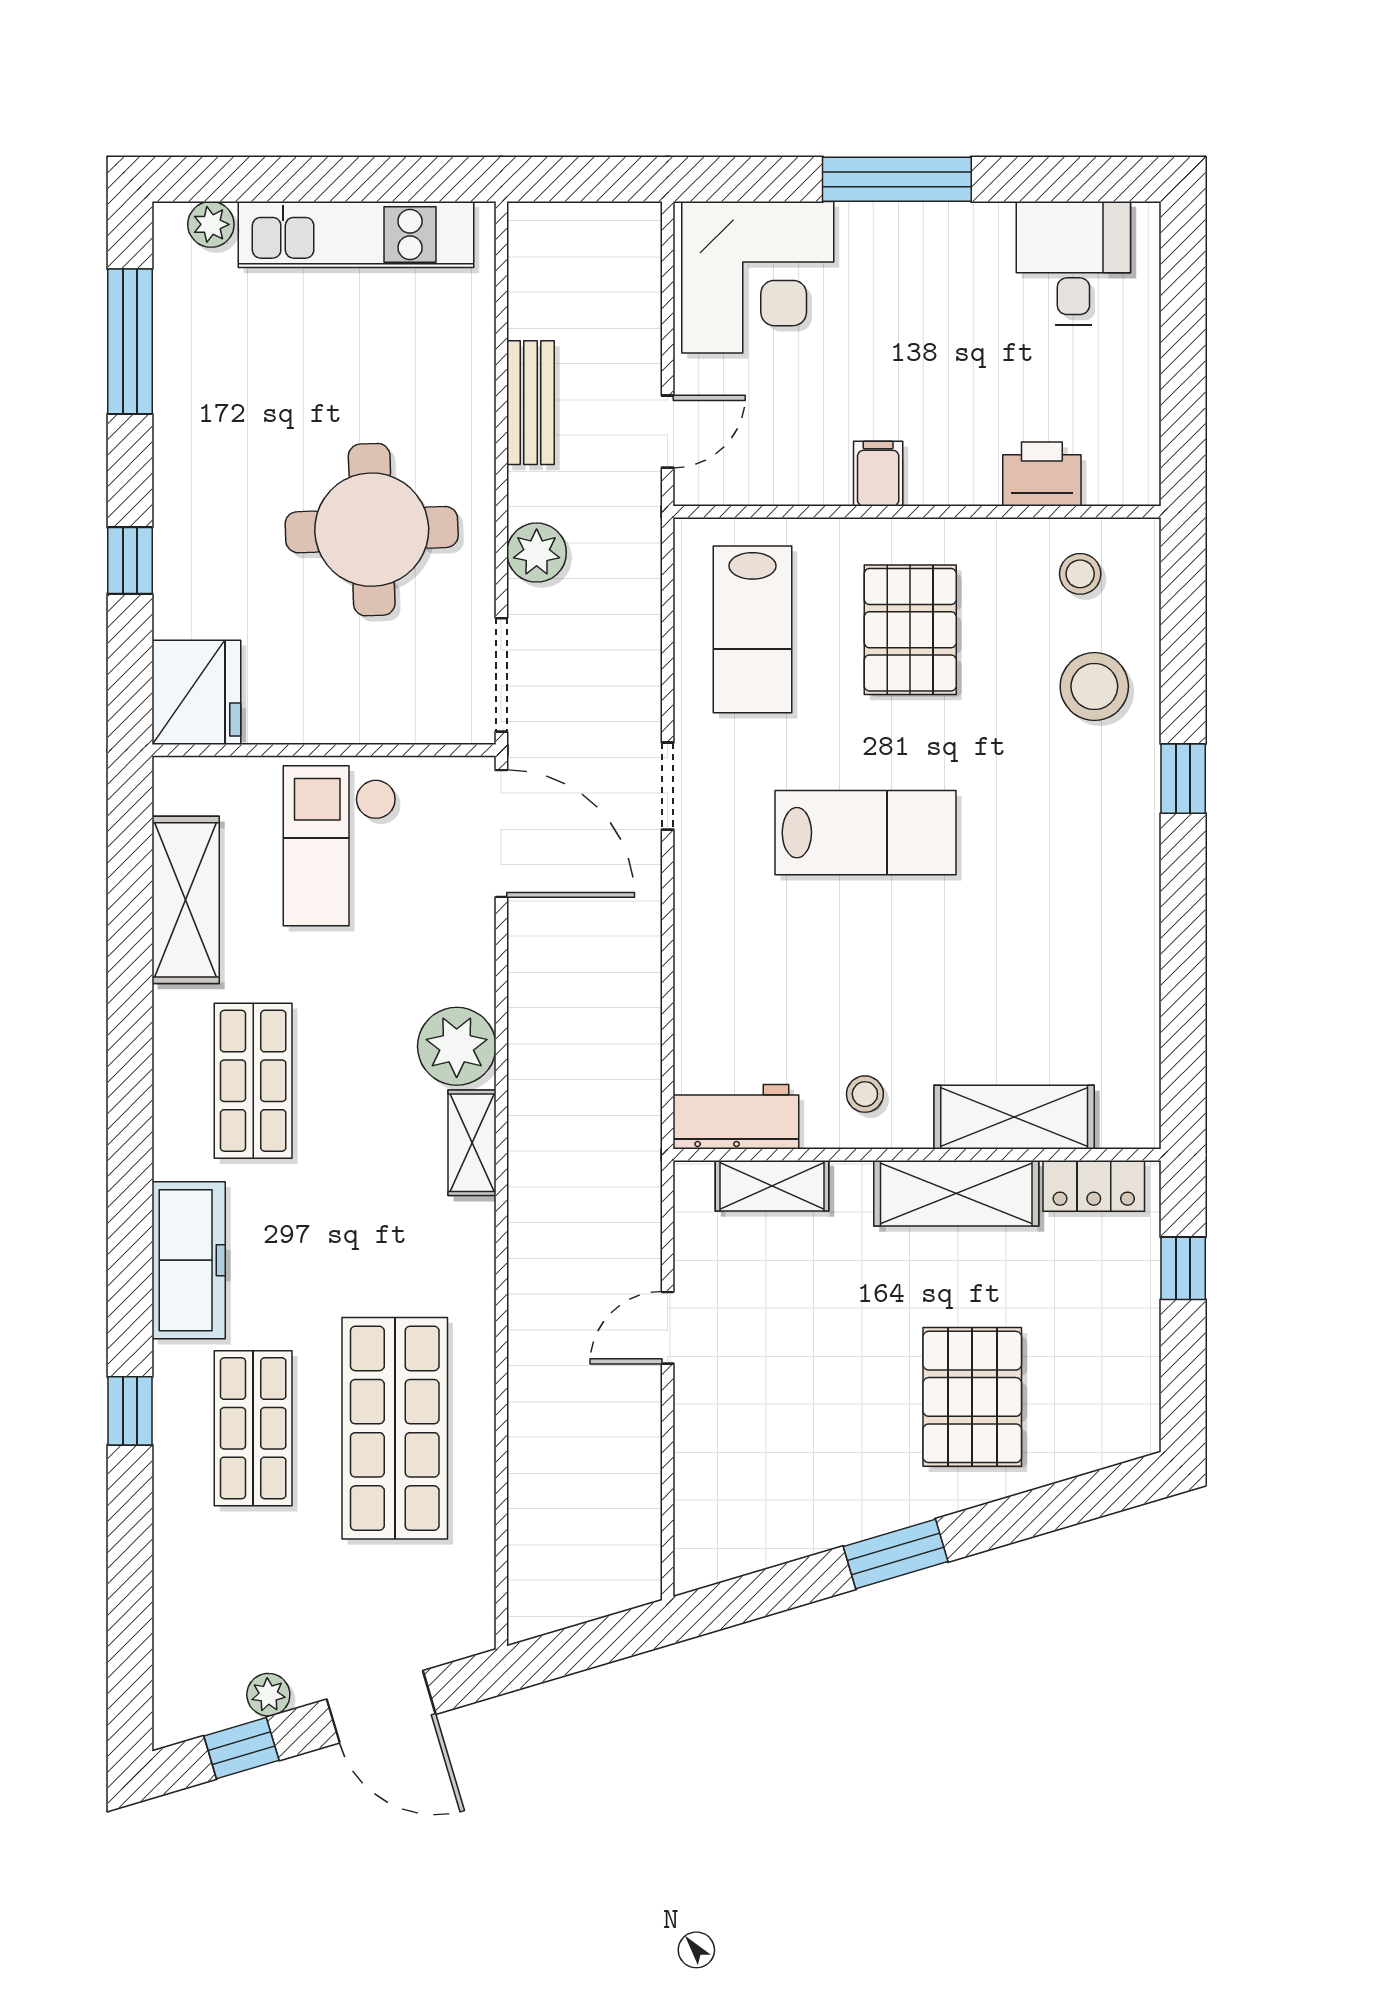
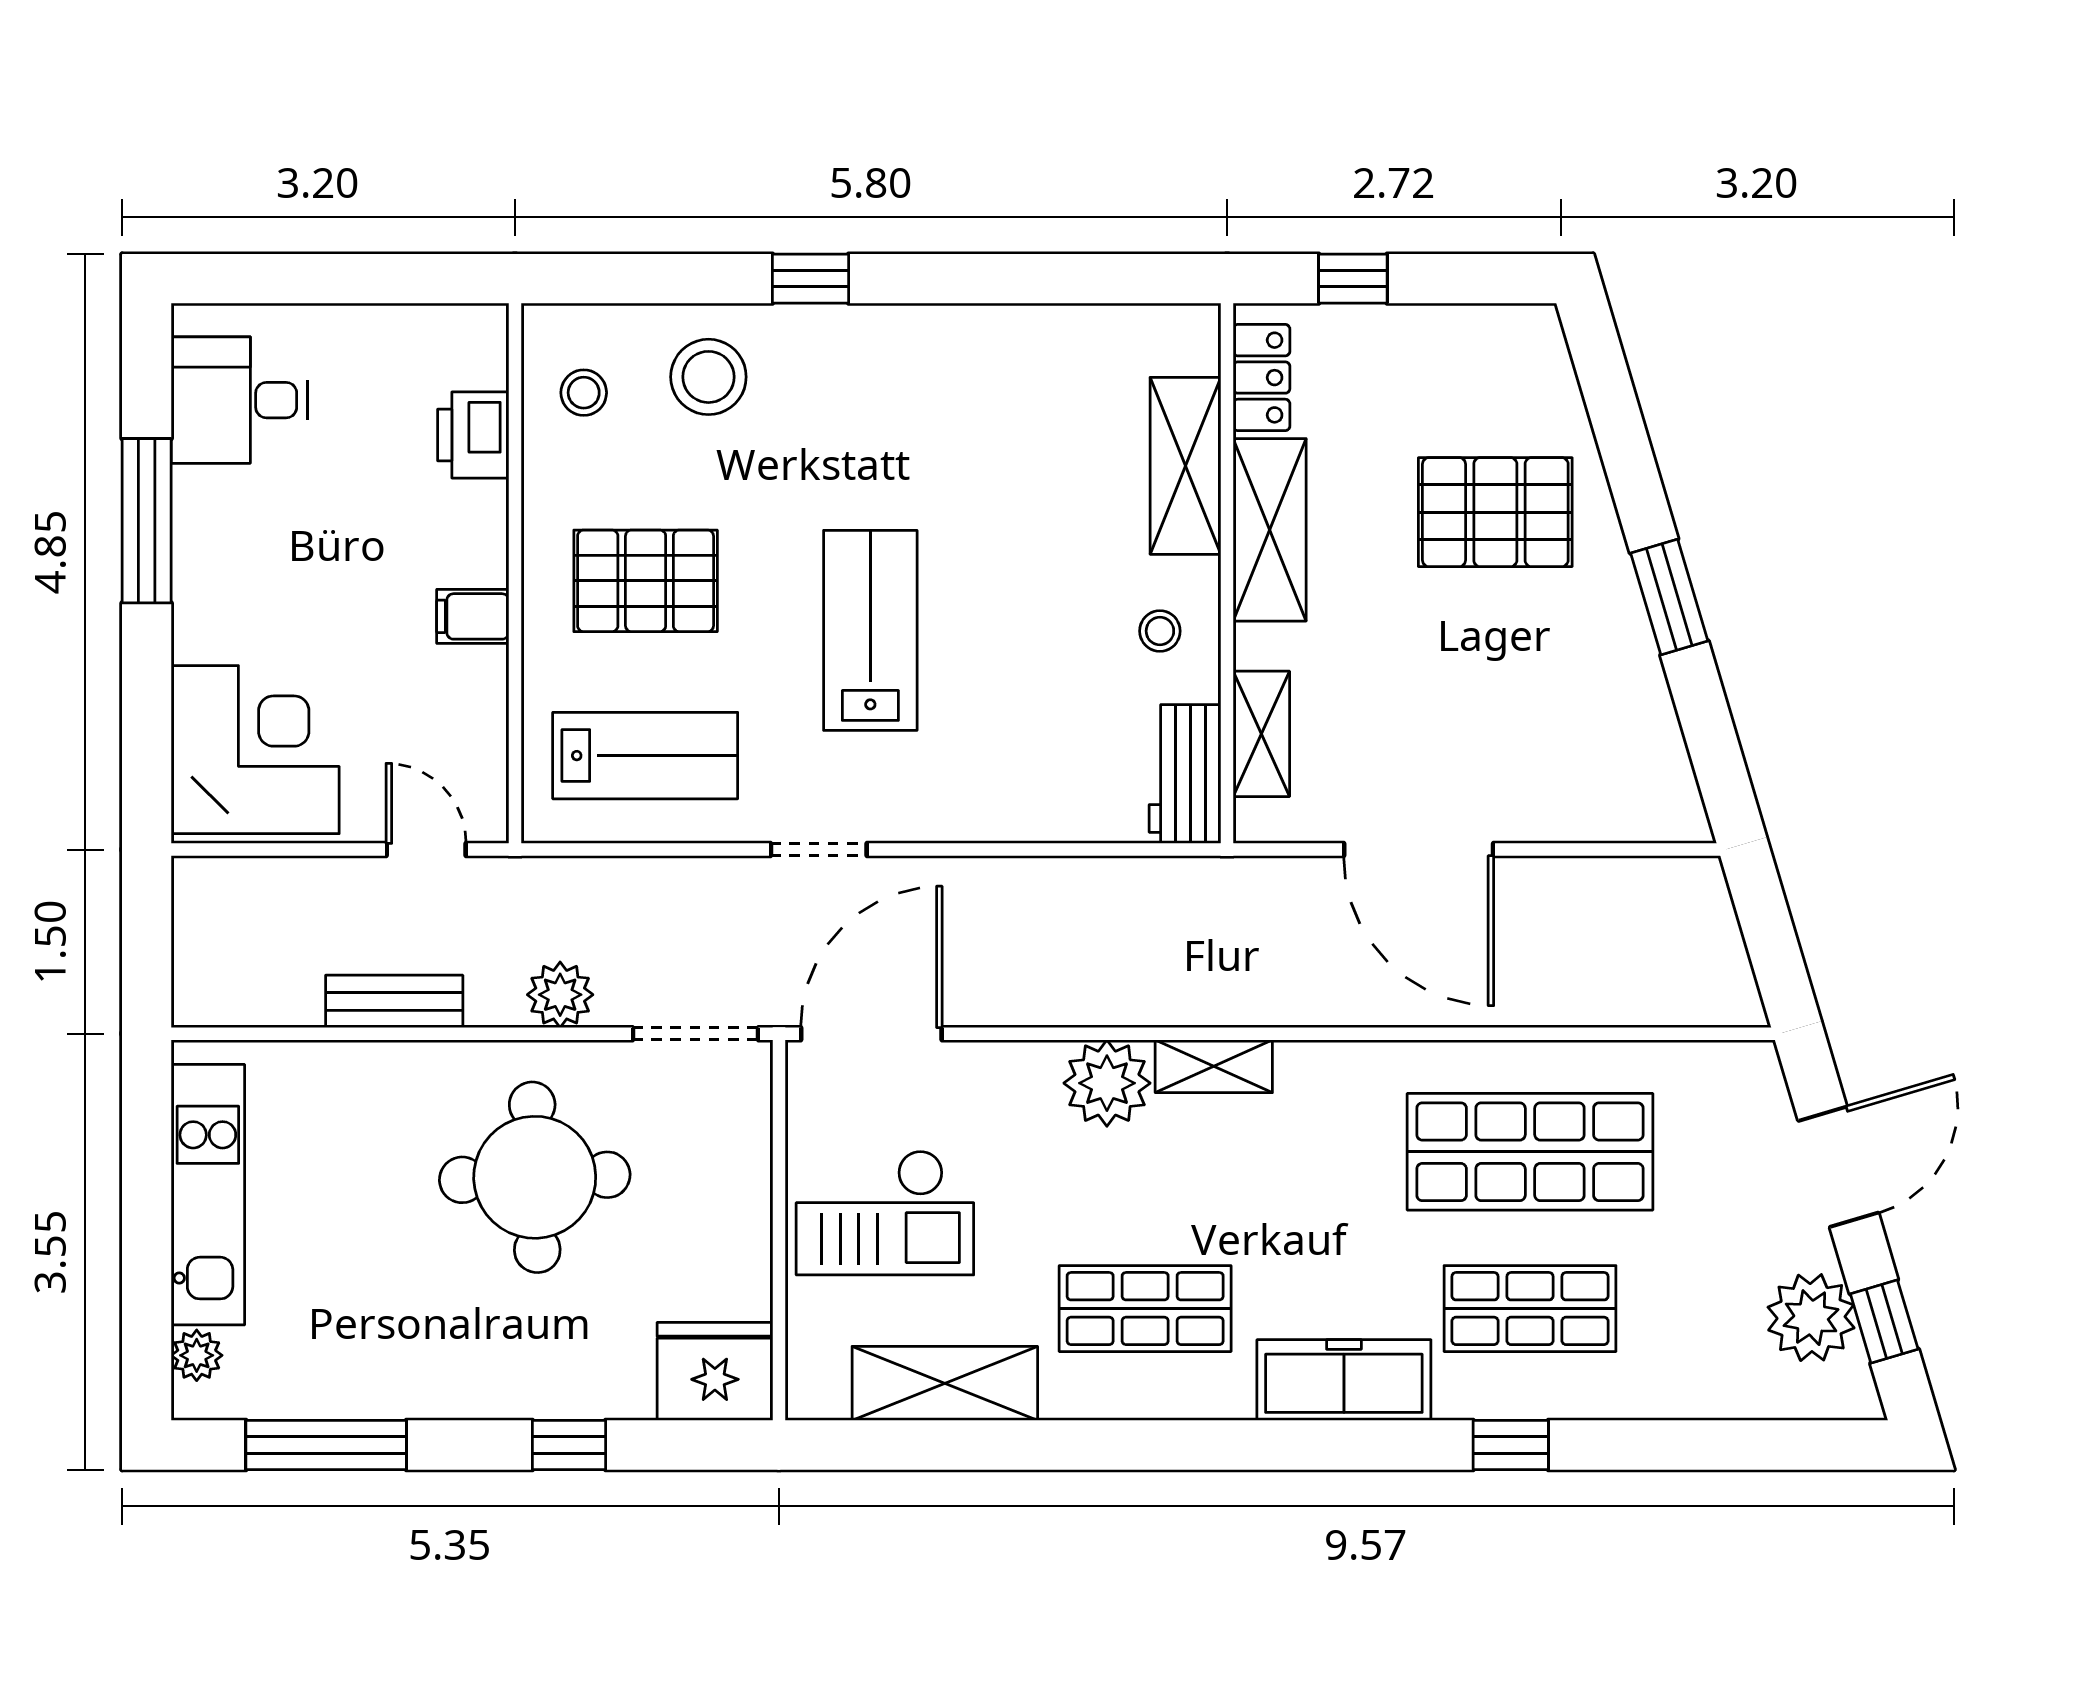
window: (897, 179) -> (147, 521), moved
door: (668, 1328) -> (1419, 850), width x1.88
plant: (268, 1695) -> (1811, 1318), width x1.88, depth x1.88

